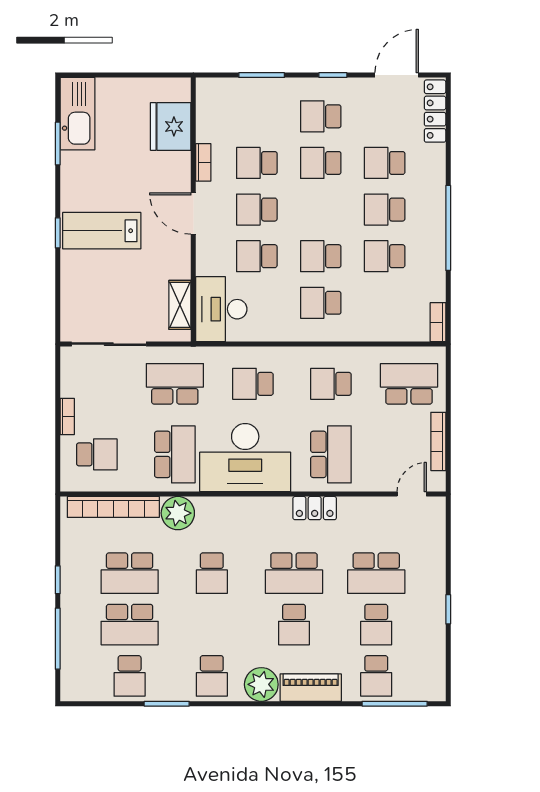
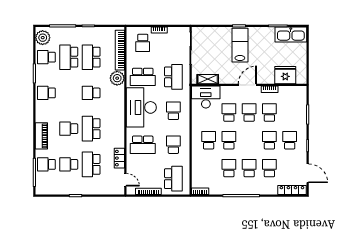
locker: (315, 508) -> (119, 158), moved
plant: (261, 684) -> (43, 38), moved

